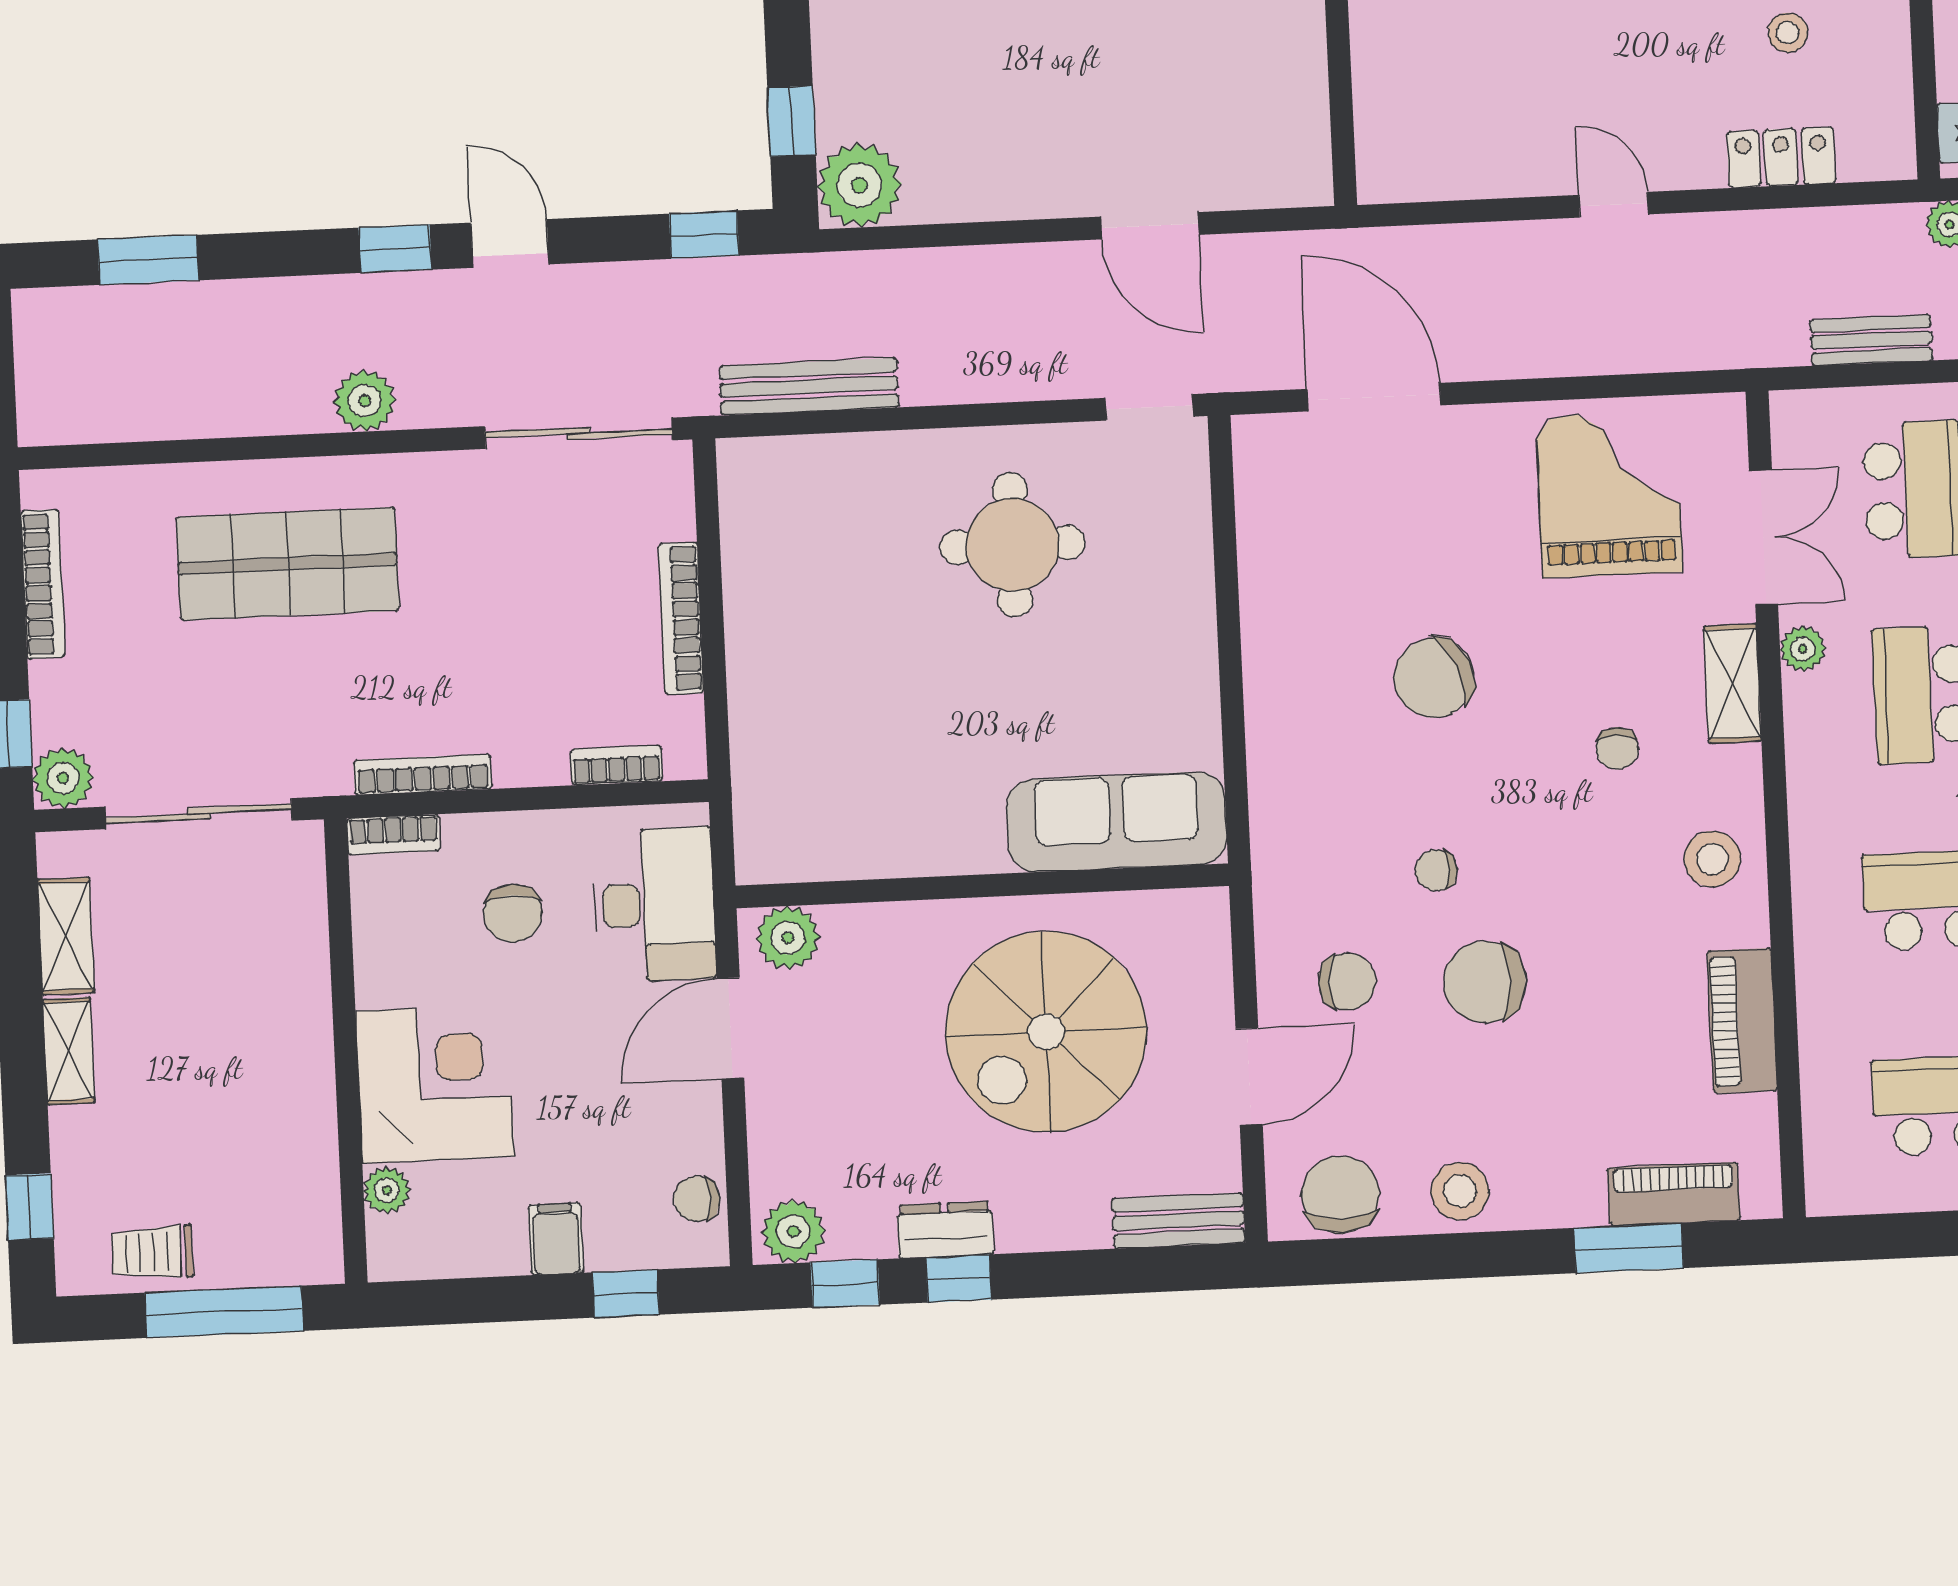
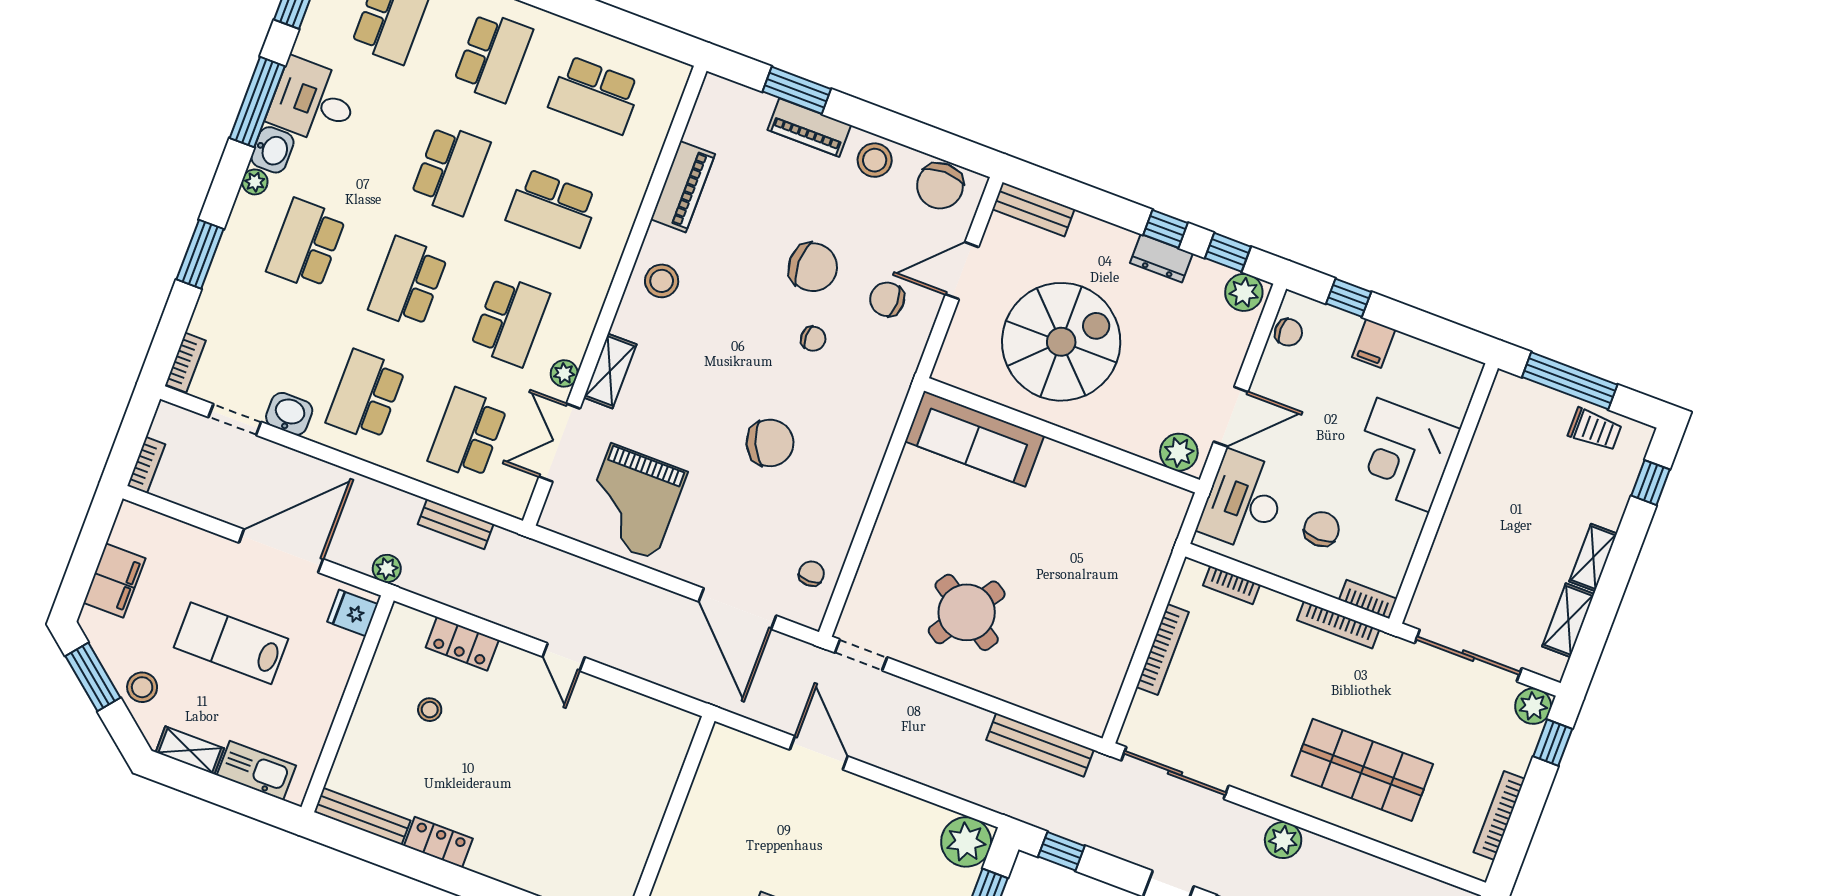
round table: (1012, 545) -> (967, 612), turned 33
chair: (1617, 748) -> (811, 574), moved
plant: (387, 1190) -> (1454, 409), removed
piano: (1674, 1194) -> (809, 128), moved

